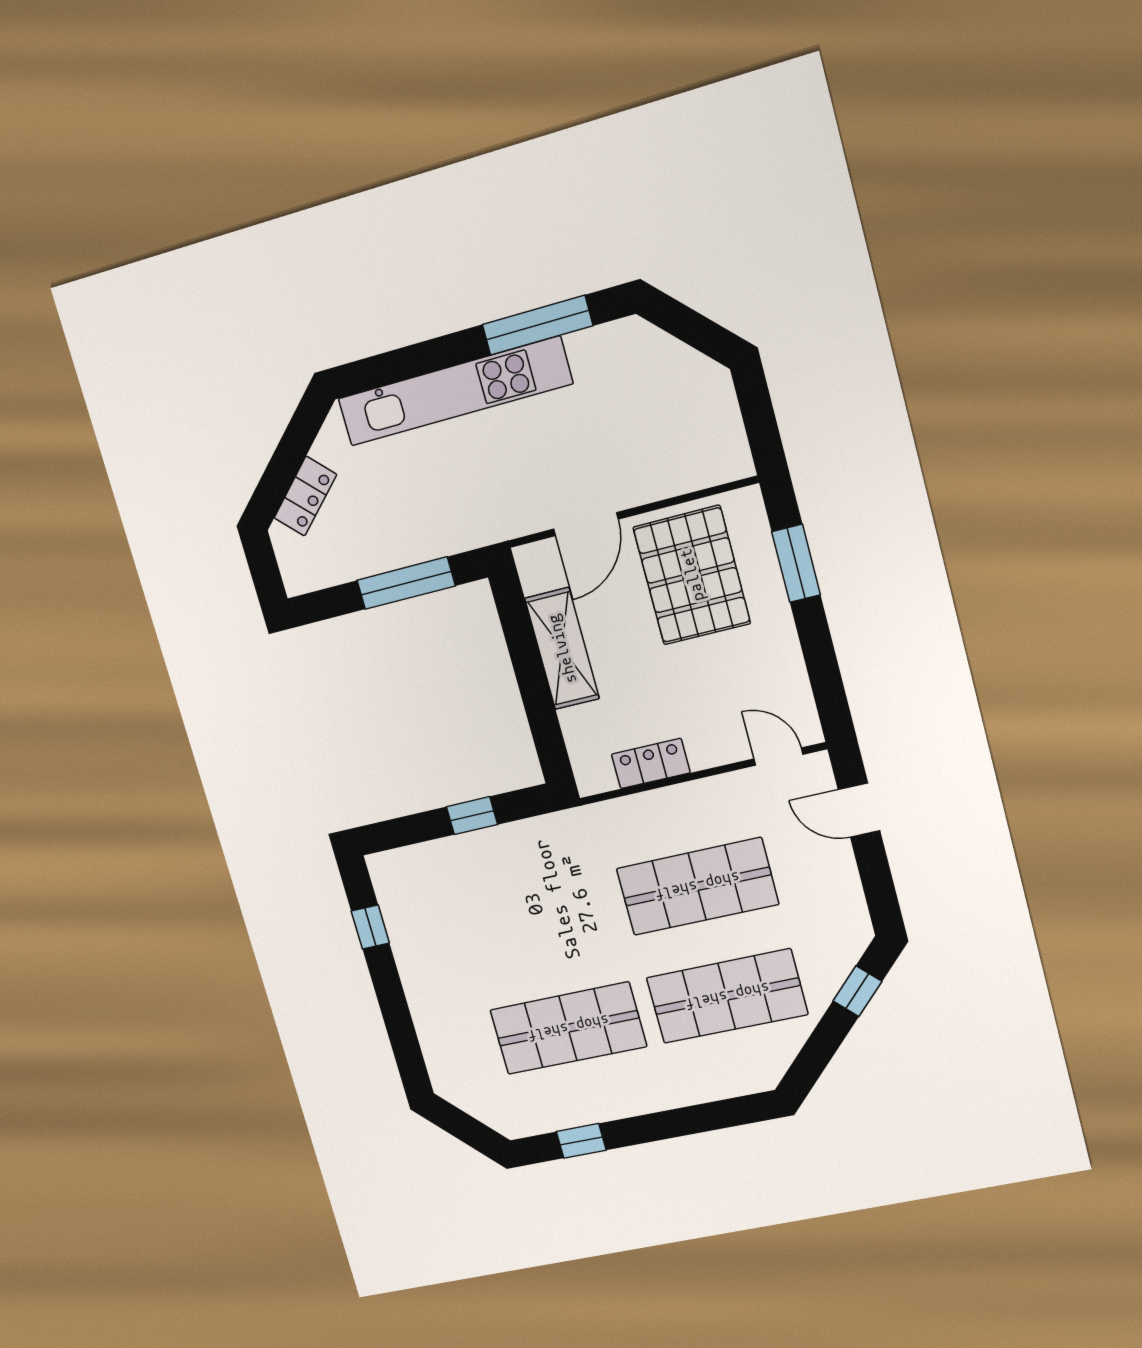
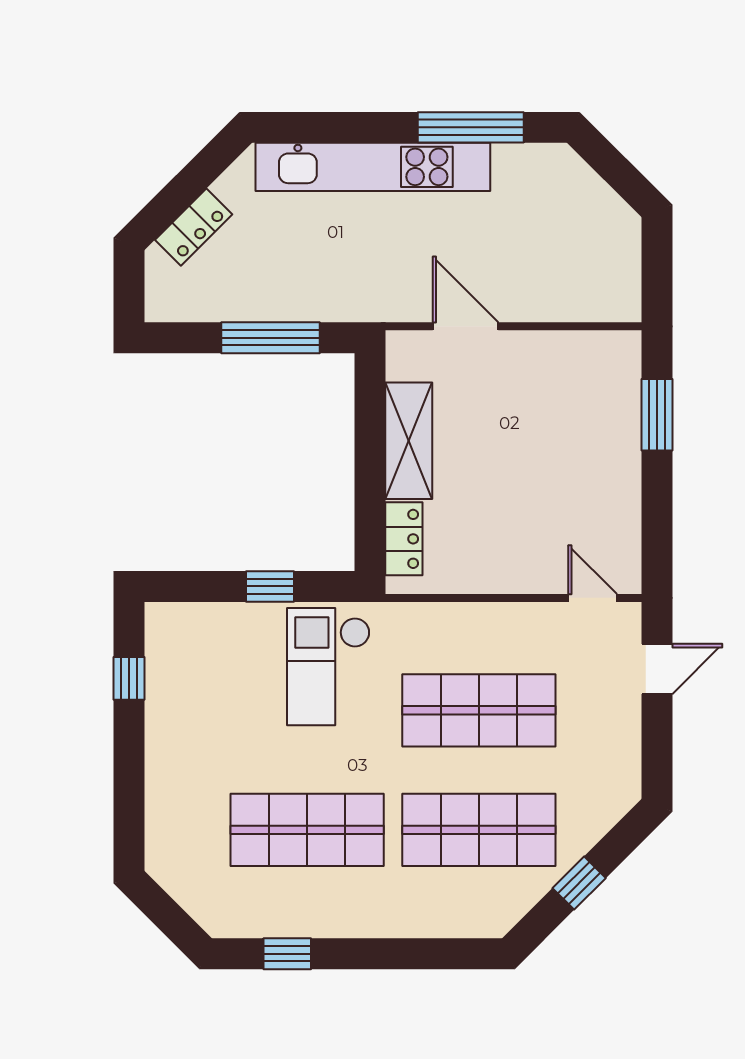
door: (586, 524) -> (465, 326), swing flipped
pallet: (692, 575) -> (555, 401), removed
locker: (651, 763) -> (404, 539), moved, turned 90
door: (859, 810) -> (657, 669), swing flipped
checkout: (546, 877) -> (328, 667), added
window: (857, 991) -> (579, 883), moved

